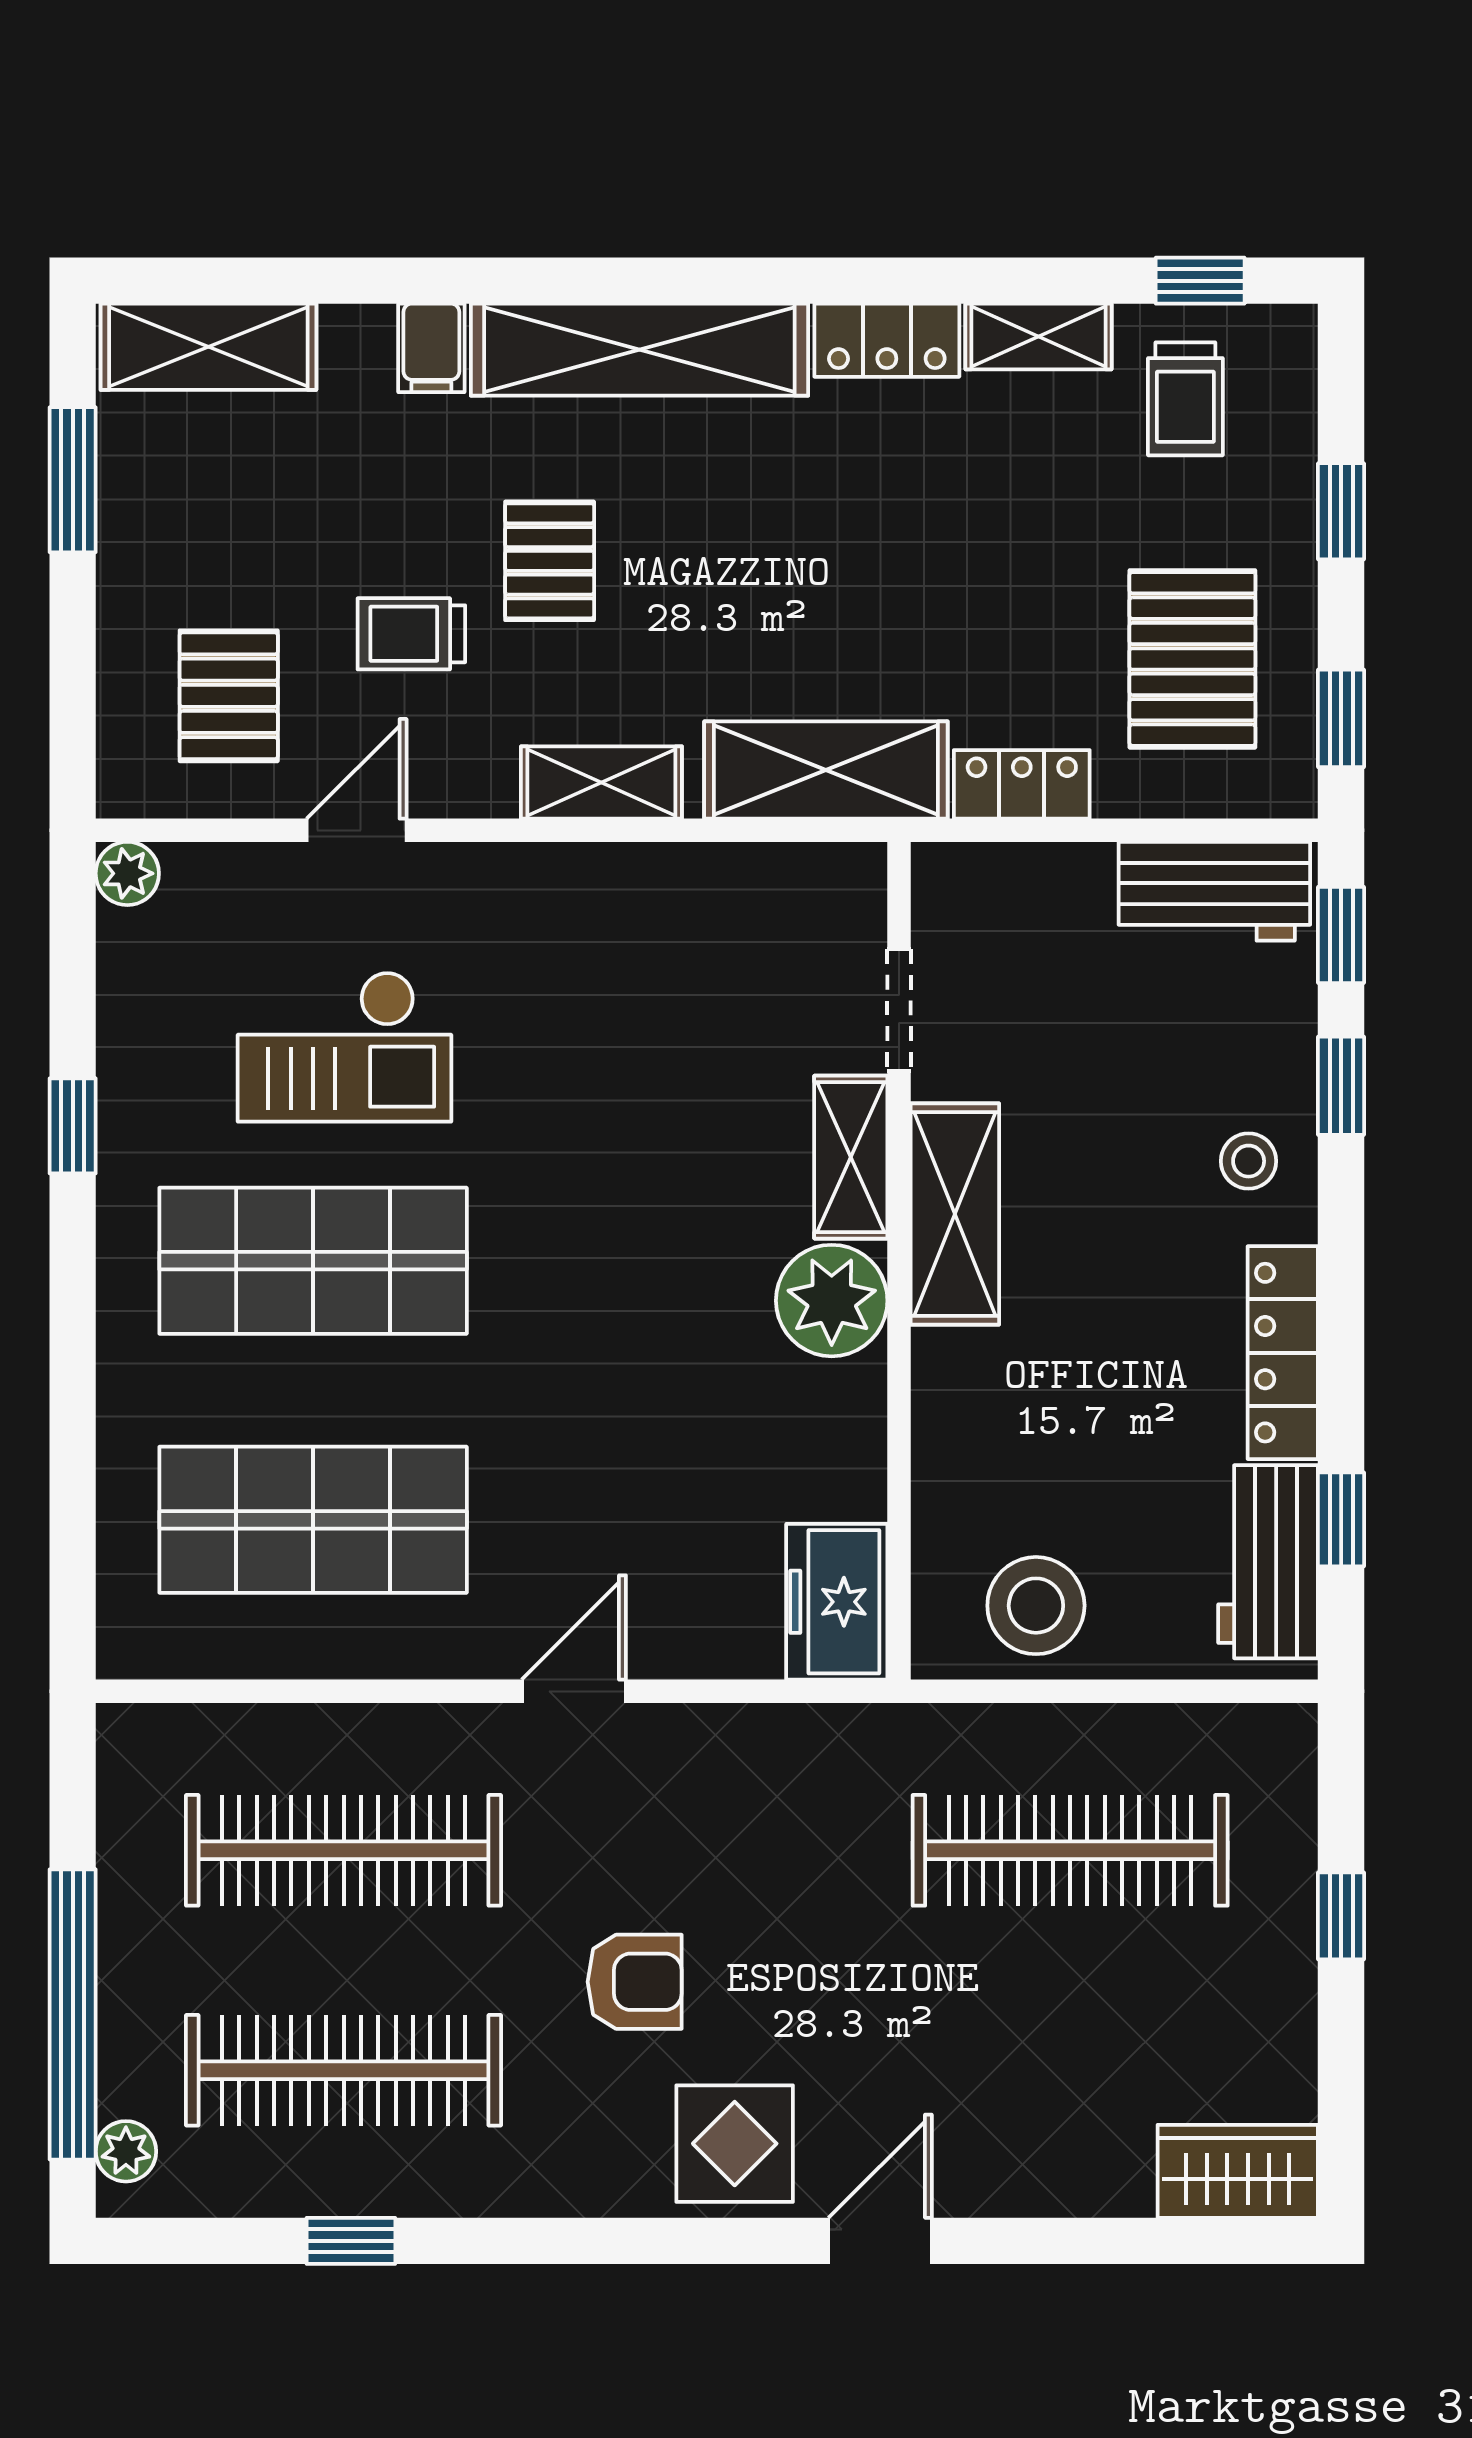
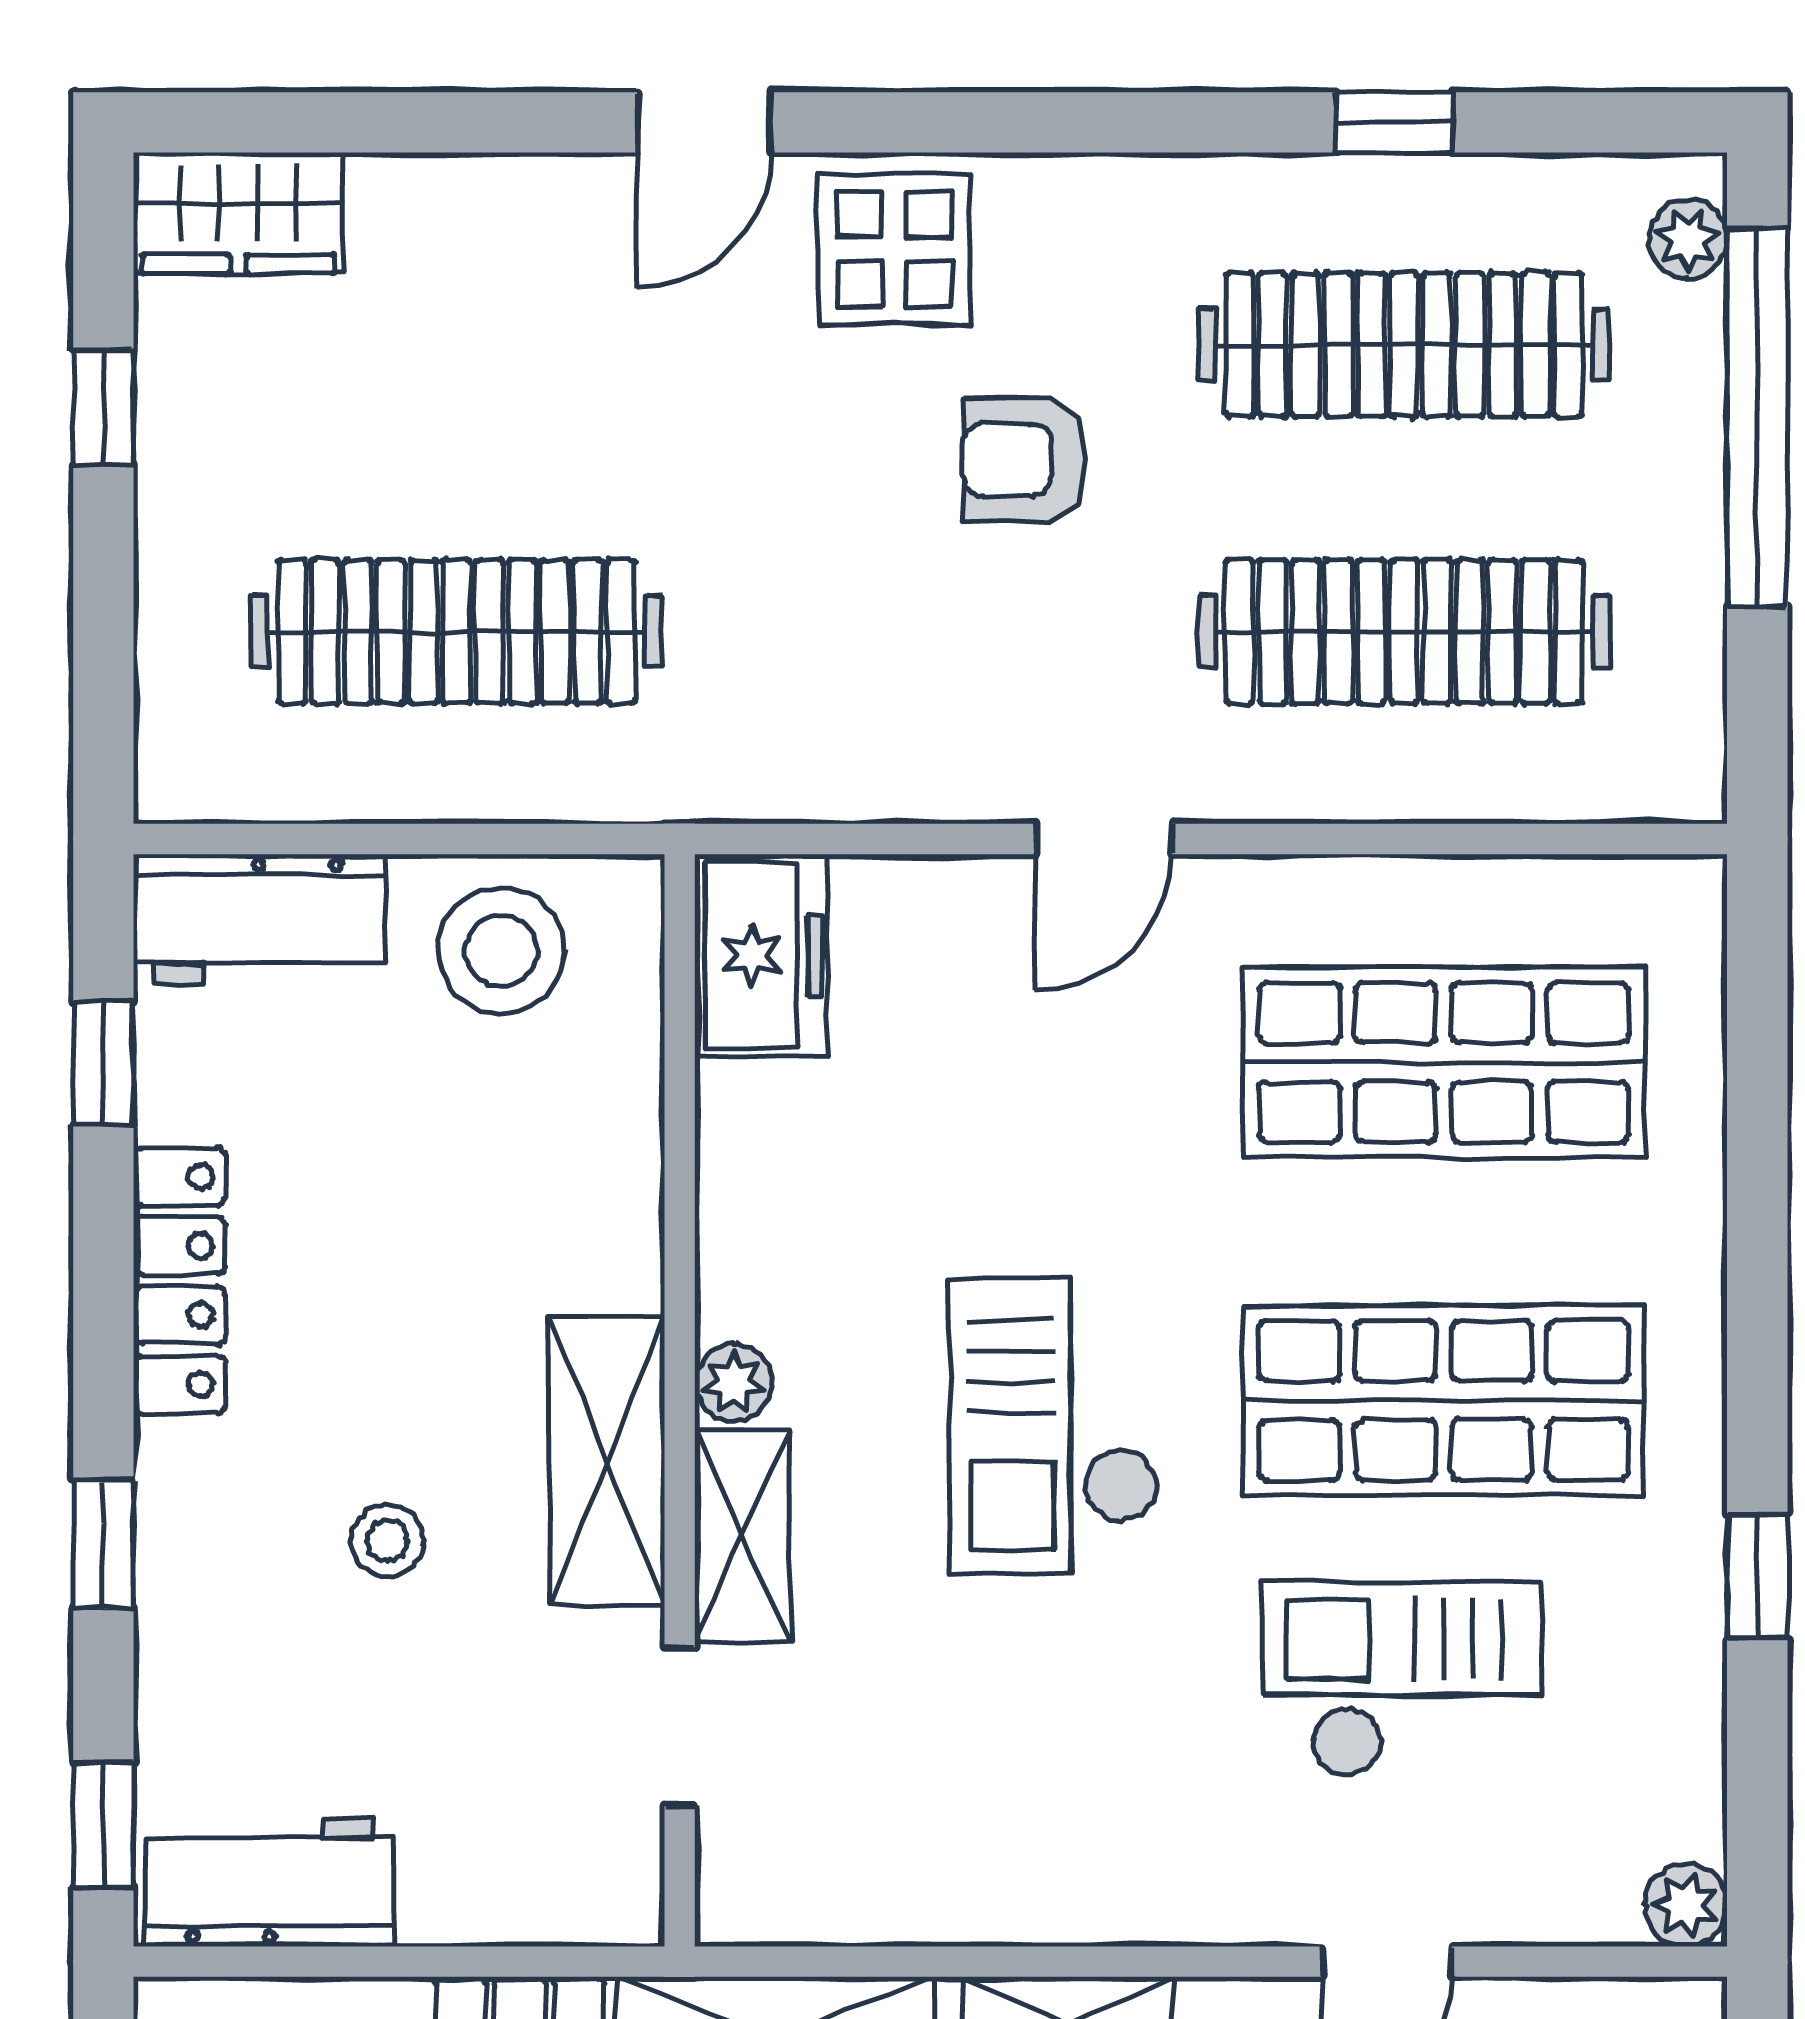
window: (1341, 1086) -> (103, 1544), moved
stool: (1249, 1161) -> (387, 1541), moved
checkout: (612, 1241) -> (1054, 1426), added
plant: (832, 1301) -> (734, 1382), width x0.53, depth x0.53
workbench: (1268, 1562) -> (259, 919), moved, turned 90
window: (1341, 1916) -> (103, 407), moved

